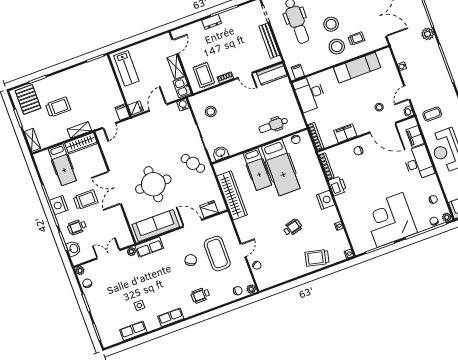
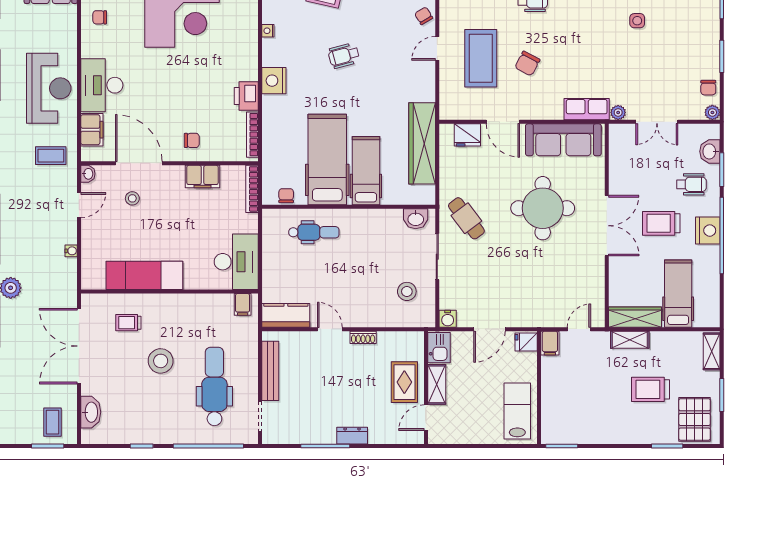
stool: (337, 47) -> (165, 321), removed
rug: (204, 75) -> (404, 382), moved

